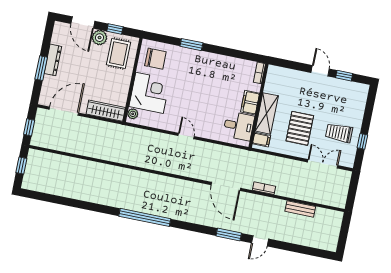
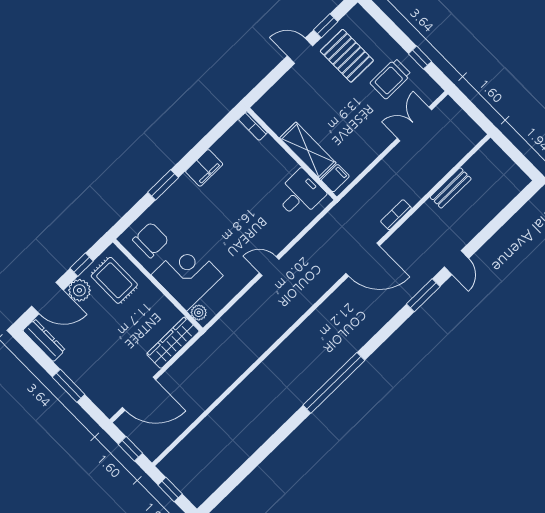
dresser: (53, 60) -> (44, 340), moved
filing cabinet: (250, 103) -> (204, 168), moved, turned -90
door: (64, 111) -> (139, 394), swing flipped
pallet: (300, 128) -> (347, 56), moved

